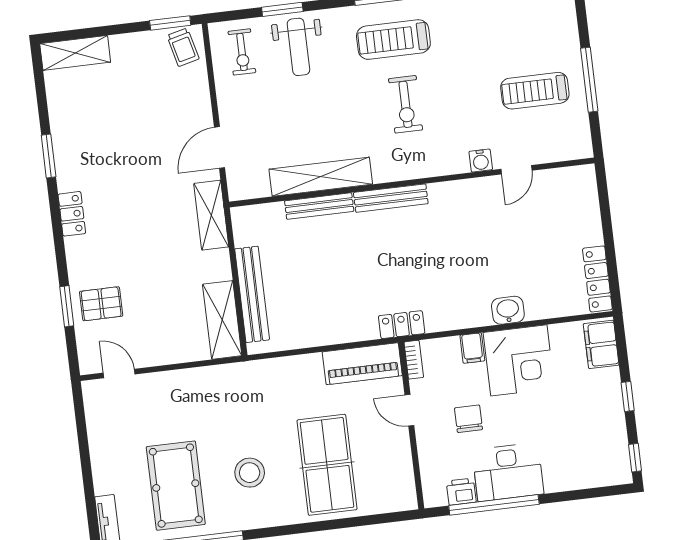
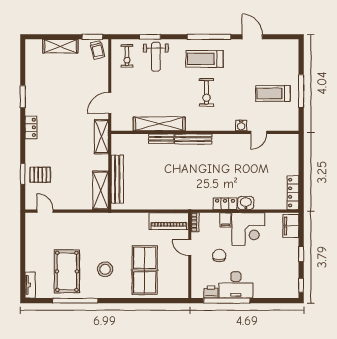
shelving: (75, 53) -> (60, 46), moved
bench: (319, 206) -> (161, 139), width x0.73
locker: (402, 325) -> (225, 204), moved

